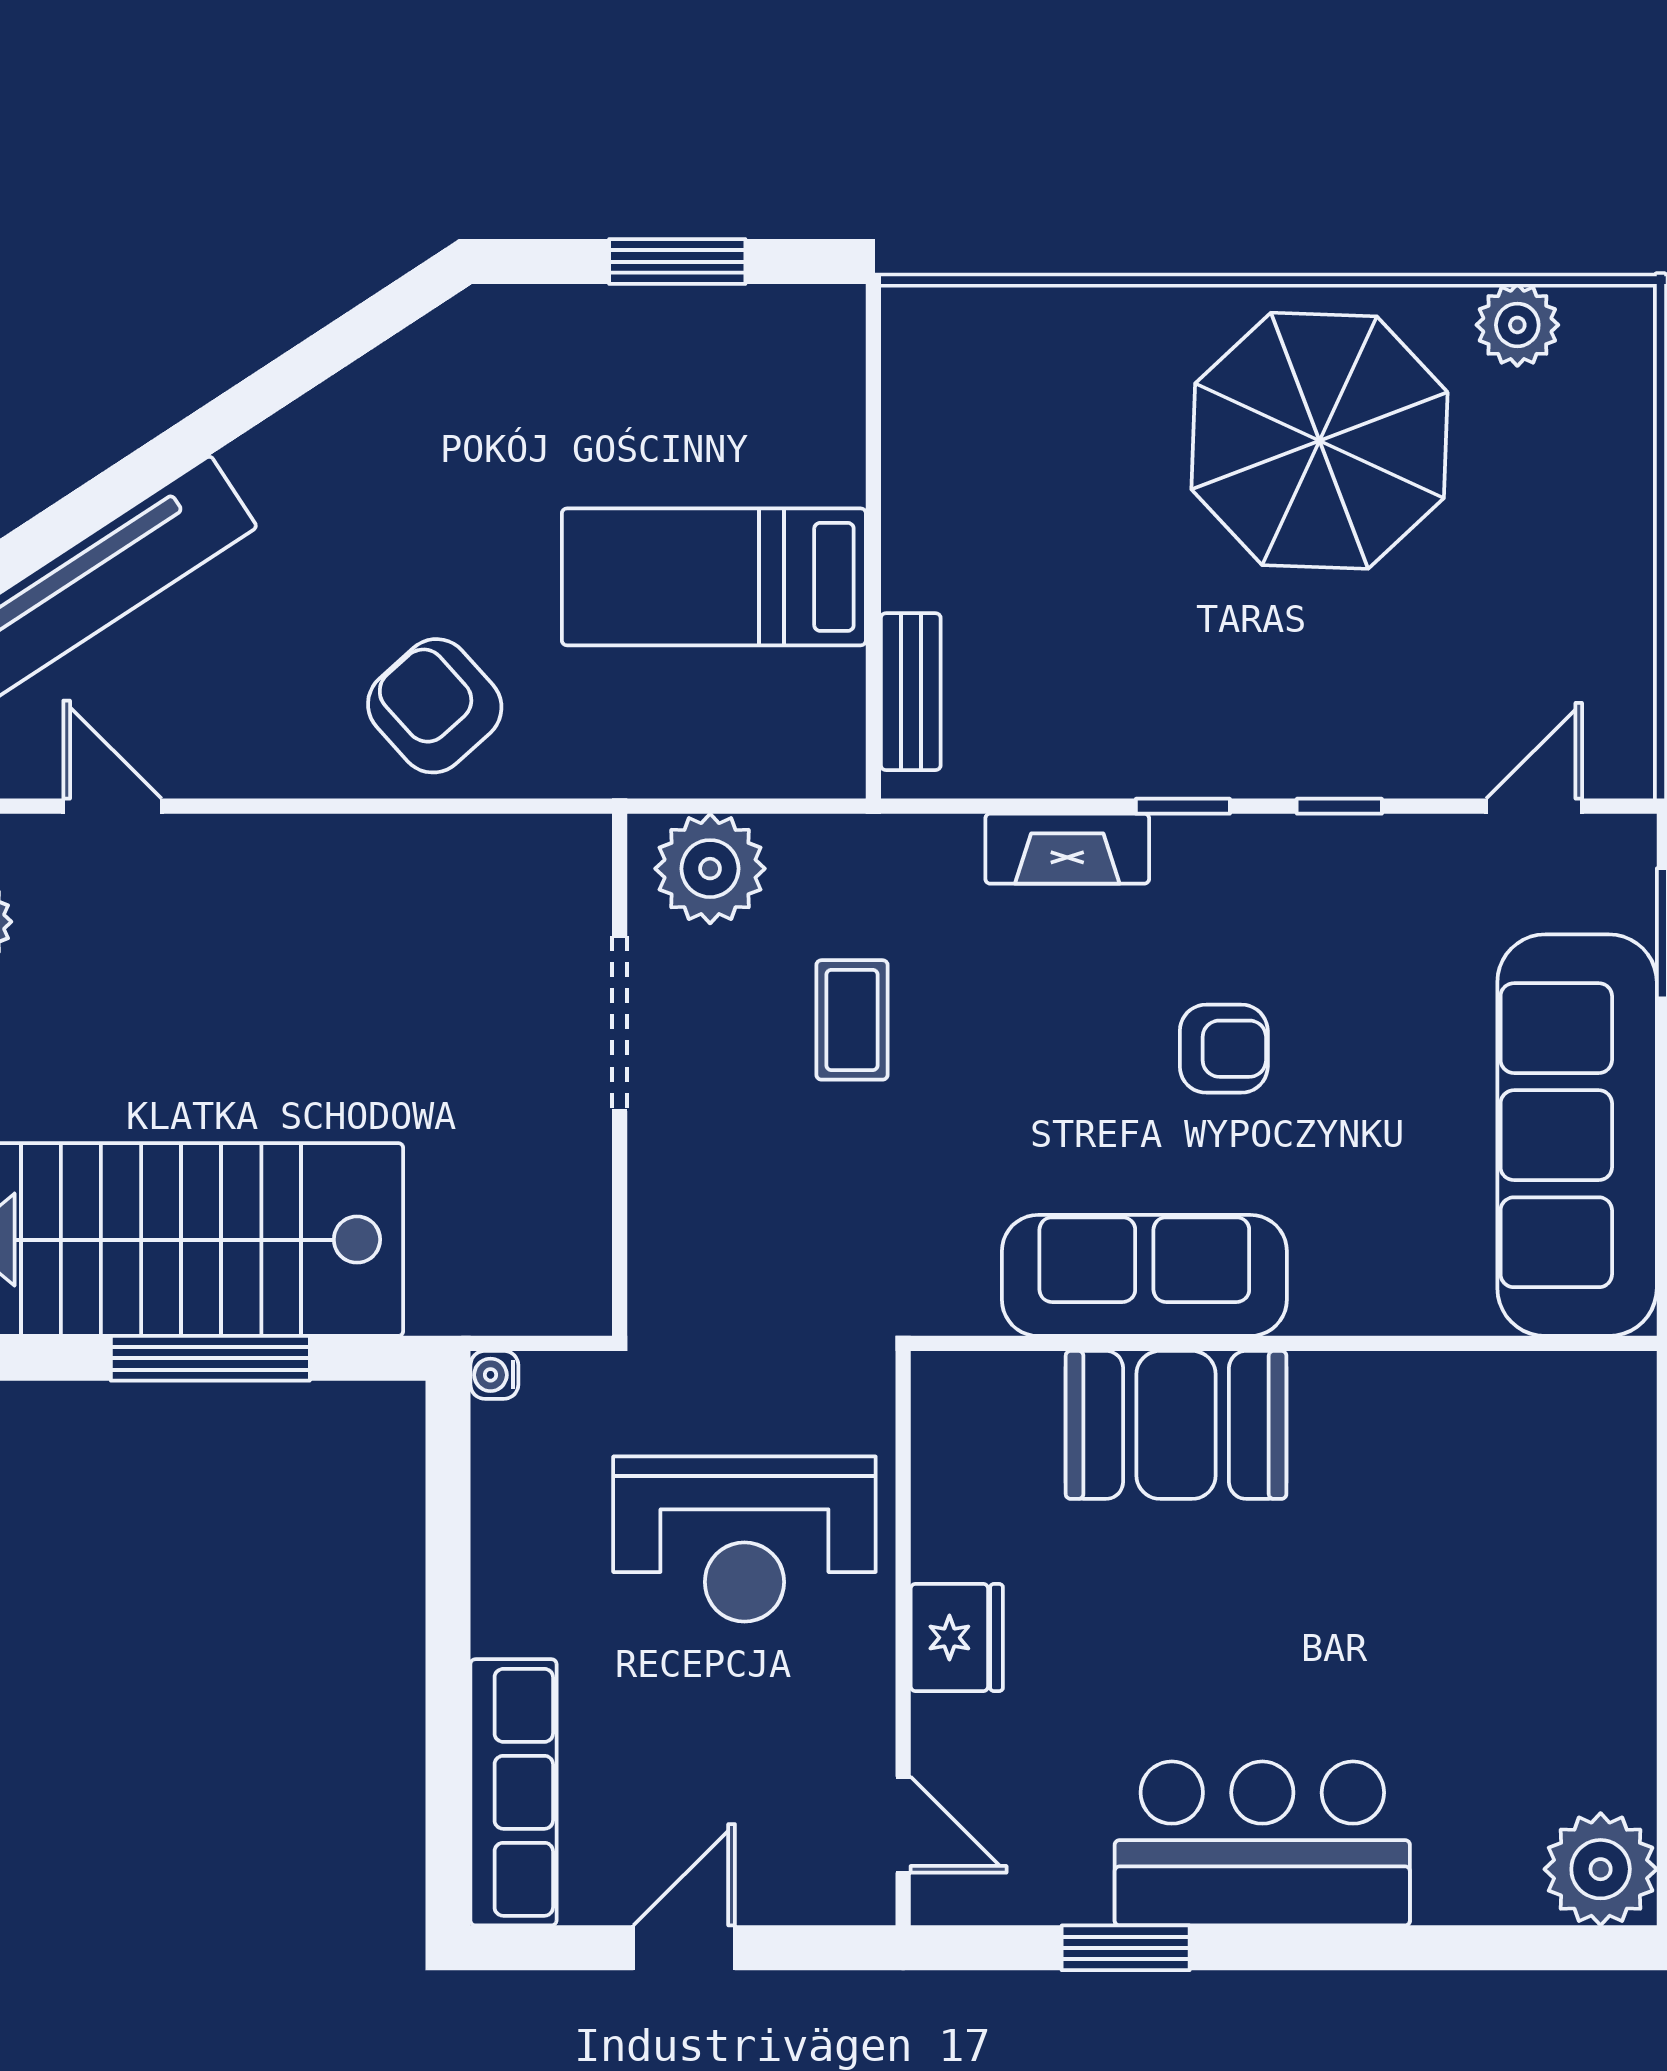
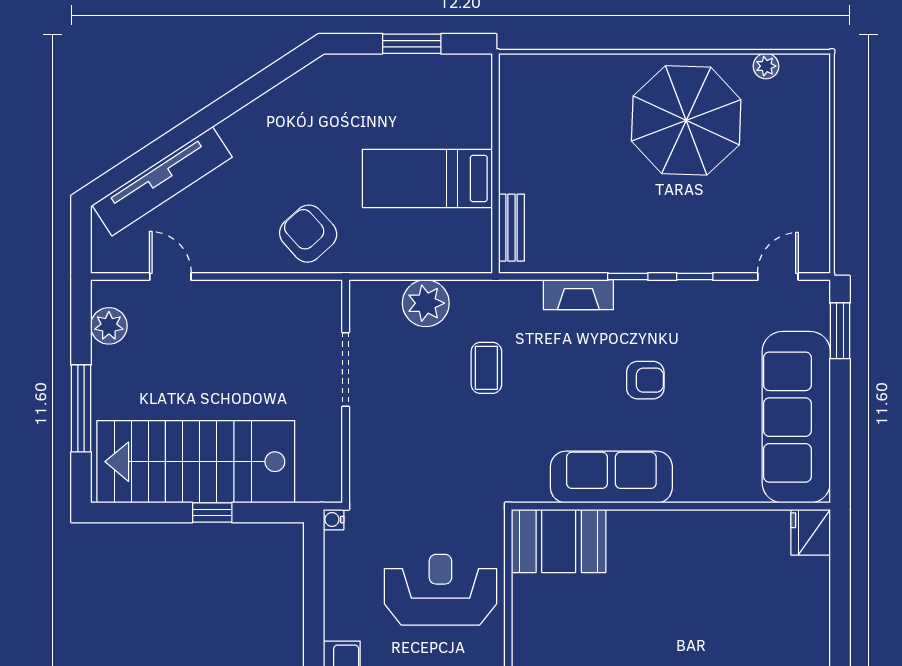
plant: (1517, 325) -> (766, 66), width x0.73, depth x0.73
doorway: (620, 1024) -> (346, 369), moved
wall: (620, 1075) -> (346, 391), moved
window: (210, 1358) -> (212, 512), width x0.46
booth: (1176, 1425) -> (559, 541), moved
reception desk: (744, 1539) -> (440, 590), turned 180
fridge: (957, 1638) -> (811, 532), moved, turned 180

